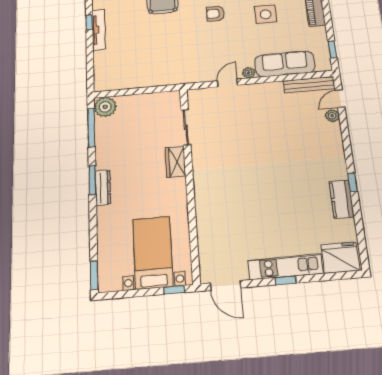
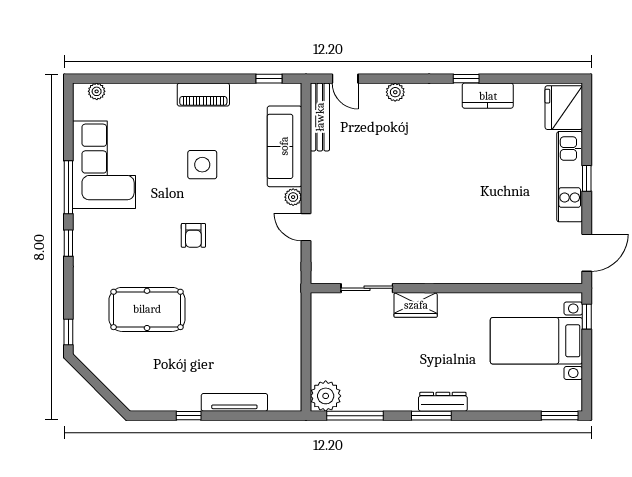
tv unit: (99, 30) -> (234, 402), moved
plant: (332, 116) -> (395, 92), moved

